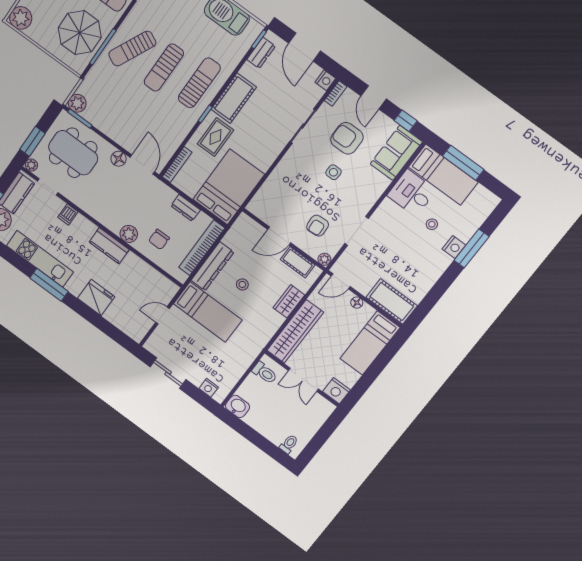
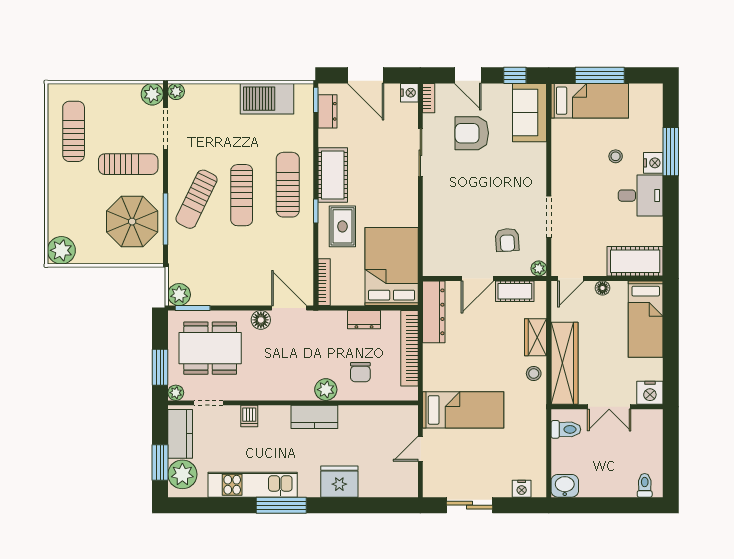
side table: (333, 172) -> (483, 176), removed
desk: (412, 193) -> (641, 196), moved, turned 180
dresser: (212, 266) -> (434, 312), moved
stool: (242, 284) -> (534, 373), moved

